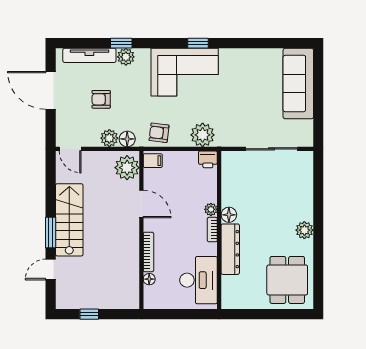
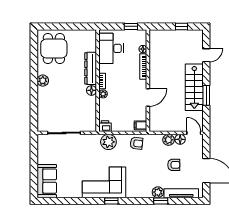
corner sofa: (185, 72) -> (104, 182), moved
sofa: (298, 83) -> (47, 181), width x0.73
floor lamp: (127, 139) -> (180, 139), moved
plant: (127, 168) -> (157, 121), removed
door: (141, 204) -> (148, 97), swing flipped
window: (51, 233) -> (206, 95), moved
window: (168, 314) -> (131, 26), added

